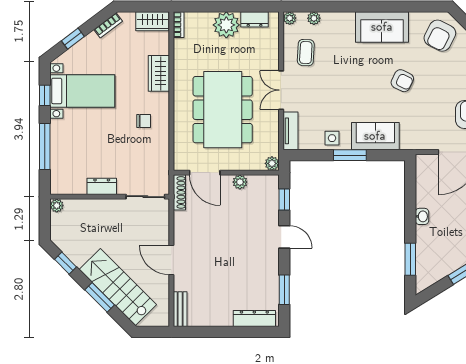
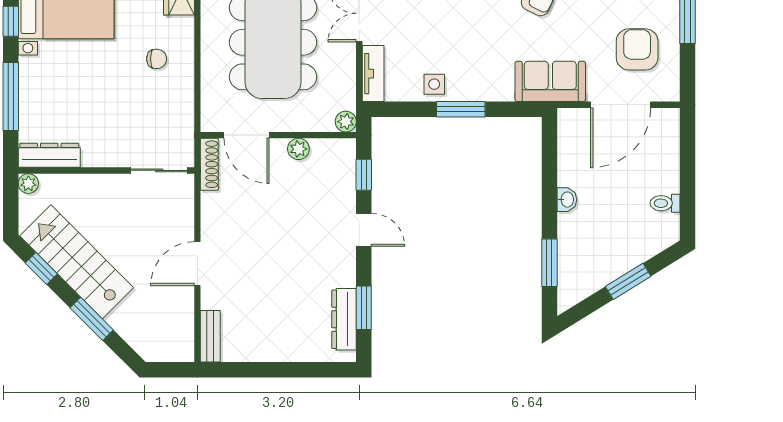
sofa: (375, 136) -> (550, 81), moved
dresser: (102, 186) -> (49, 155), moved, width x1.44
door: (171, 260) -> (197, 264), hinge flipped
stairs: (118, 287) -> (77, 262), moved
dresser: (254, 319) -> (344, 319), moved, turned -90

